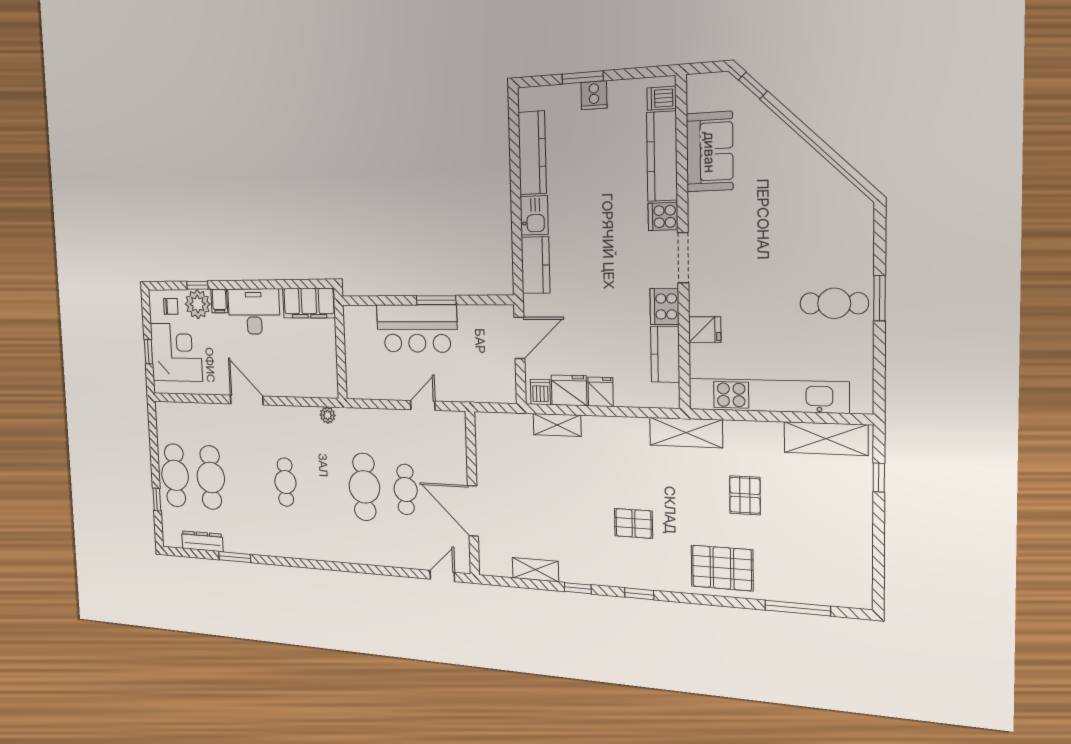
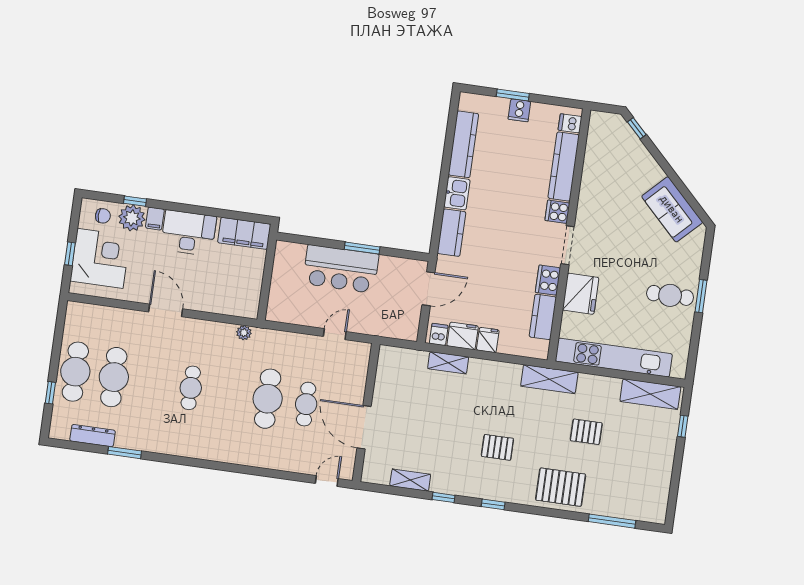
sofa: (710, 152) -> (672, 209), moved, turned 135
fridge: (705, 330) -> (581, 294), width x1.88, depth x1.34
pallet: (745, 495) -> (586, 432), turned 90

